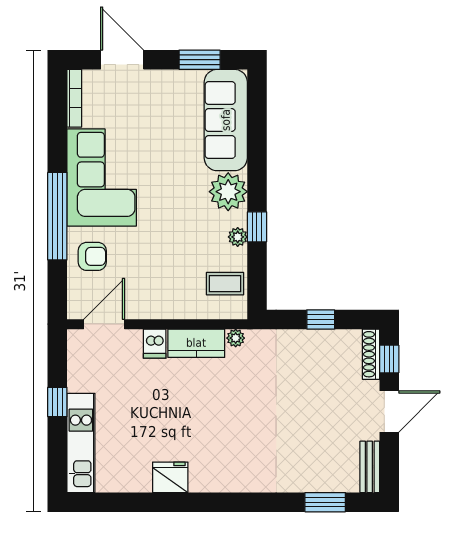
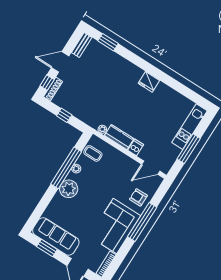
sofa: (226, 120) -> (56, 236), moved, turned -90
window: (257, 227) -> (66, 168), width x3.17
window: (57, 402) -> (189, 149), width x2.17
fridge: (170, 477) -> (149, 82), moved

